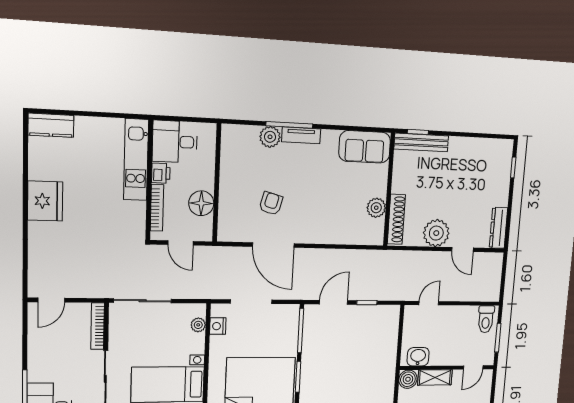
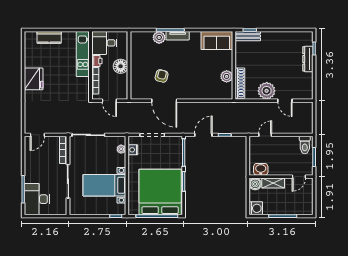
kitchen counter: (51, 125) -> (49, 37), moved
bench: (421, 142) -> (248, 36), width x0.73
floor lamp: (201, 203) -> (121, 66), moved
dresser: (498, 228) -> (308, 59), moved

